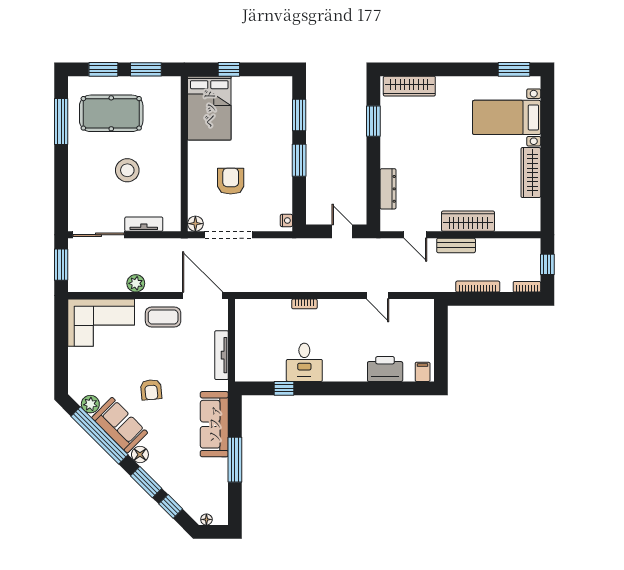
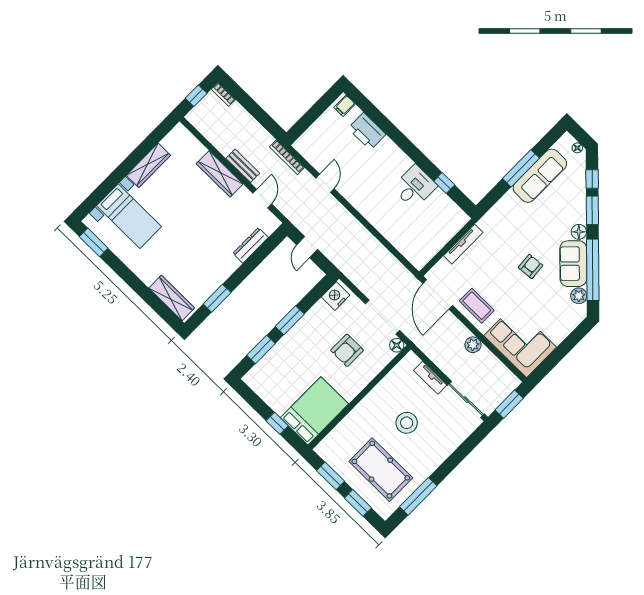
nightstand: (286, 220) -> (336, 296), width x1.89, depth x1.79
bookcase: (478, 287) -> (287, 157), moved
bookcase: (304, 304) -> (377, 224), removed
sofa: (214, 424) -> (540, 176), moved

